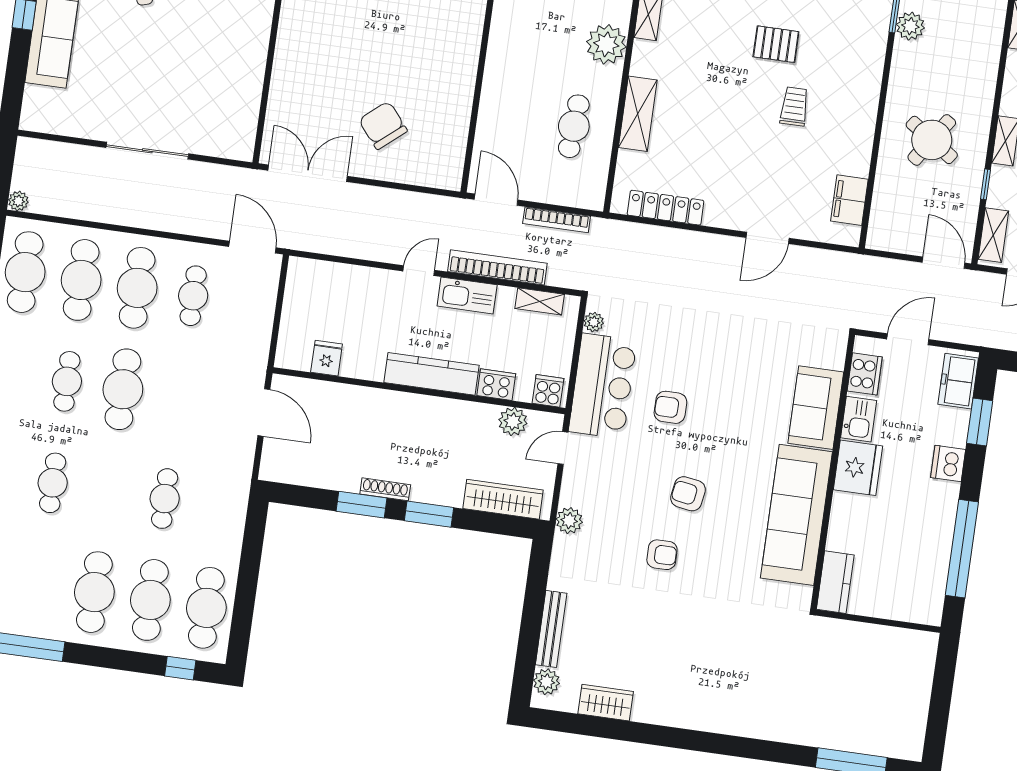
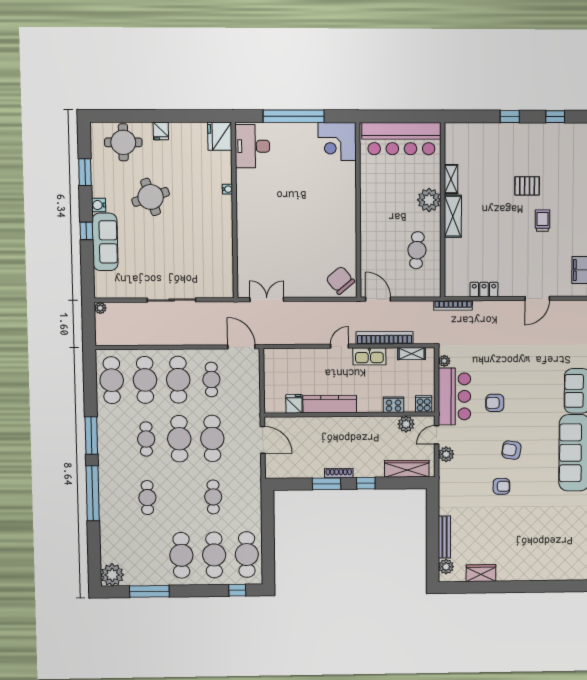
shelving: (638, 114) -> (453, 216), moved
chair: (383, 125) -> (340, 280), moved
double door: (308, 173) -> (267, 300), width x0.73
plant: (18, 201) -> (100, 308), moved
locker: (666, 208) -> (484, 290), width x0.66
bookcase: (557, 220) -> (453, 305), moved
kitchen counter: (432, 374) -> (330, 404), moved
cafe table: (179, 397) -> (212, 438), added
window: (429, 514) -> (366, 483), width x0.67
plant: (569, 521) -> (446, 454), moved

